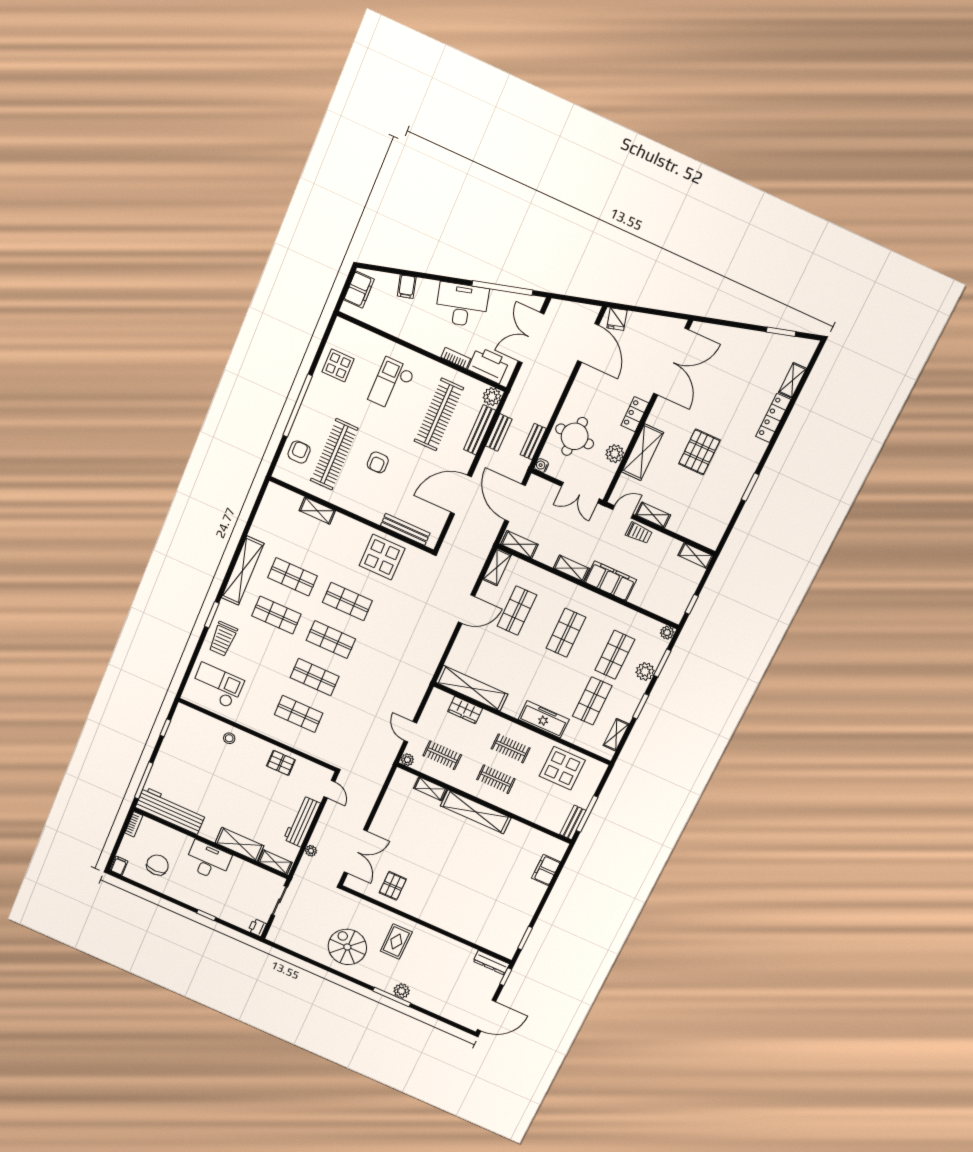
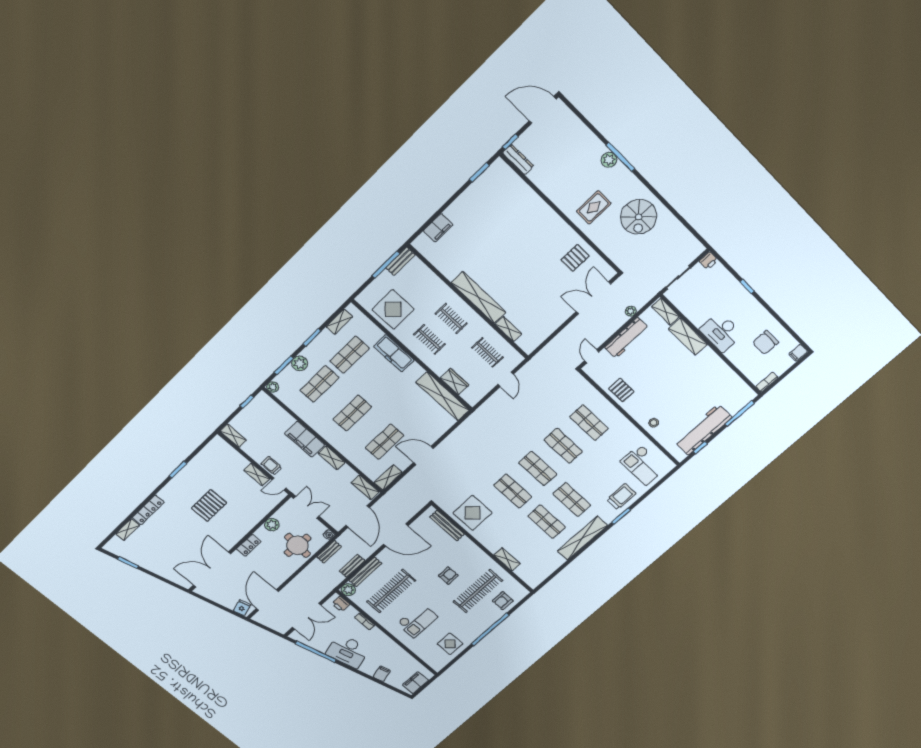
printer: (488, 365) -> (341, 604), width x0.53, depth x0.68
shelving: (643, 452) -> (251, 519), removed
plant: (407, 760) -> (517, 358), removed
workbench: (171, 810) -> (703, 430), moved, turned 90

